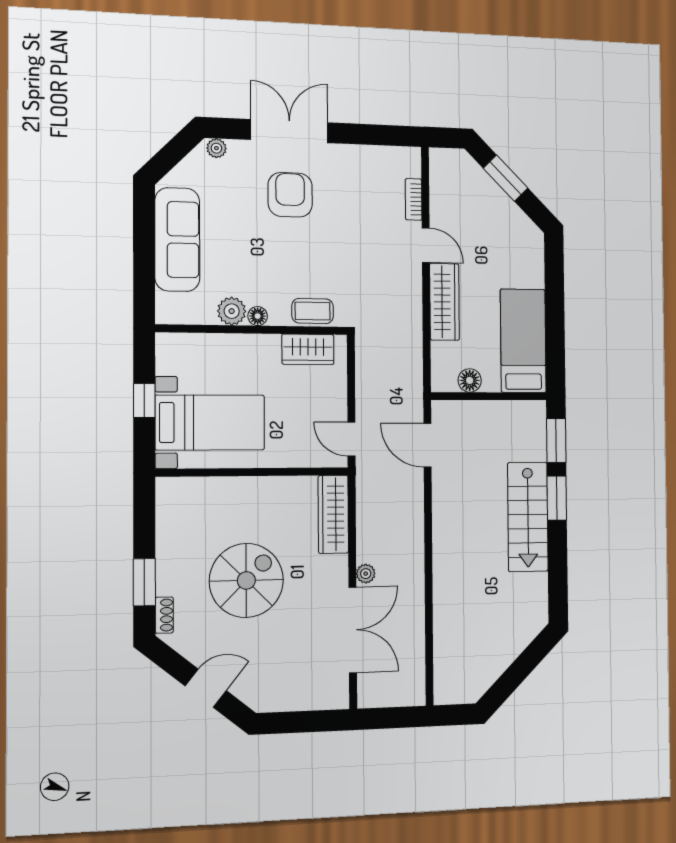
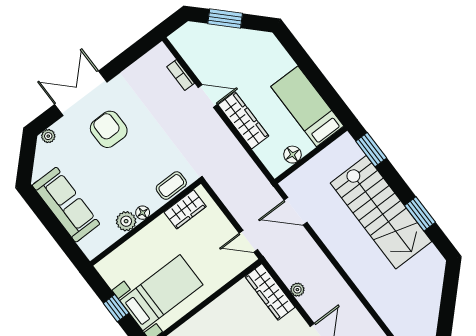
window: (557, 498) -> (420, 214), moved
stairs: (528, 517) -> (381, 212), width x1.36, depth x1.51
plant: (366, 574) -> (297, 290), moved

